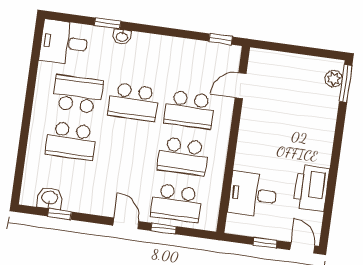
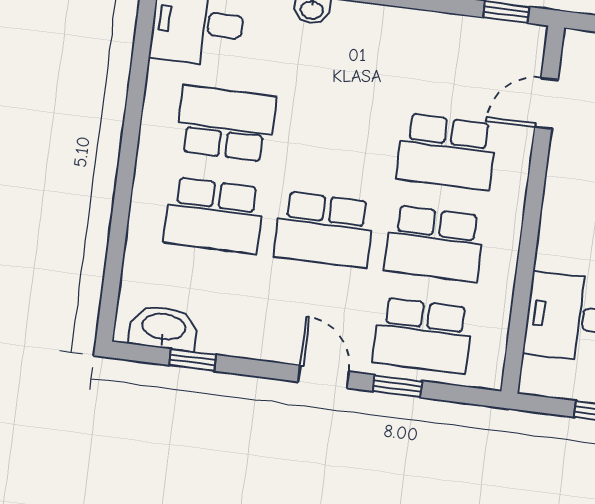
school desk: (134, 102) -> (324, 230), moved
washbasin: (50, 198) -> (164, 328), width x1.38

